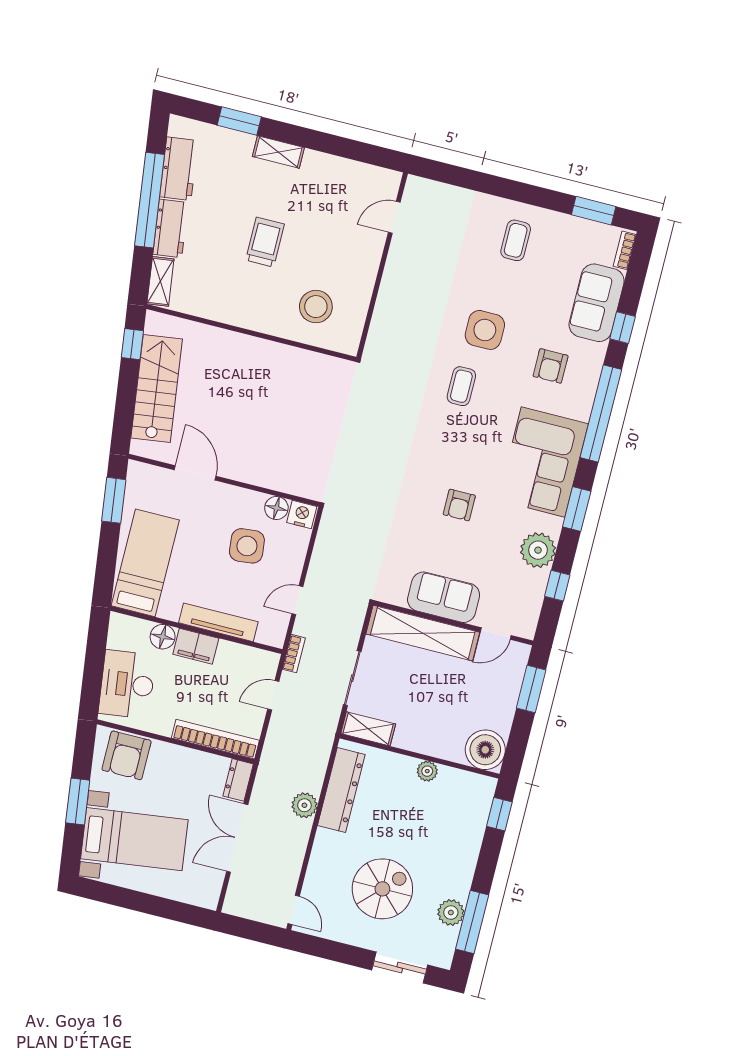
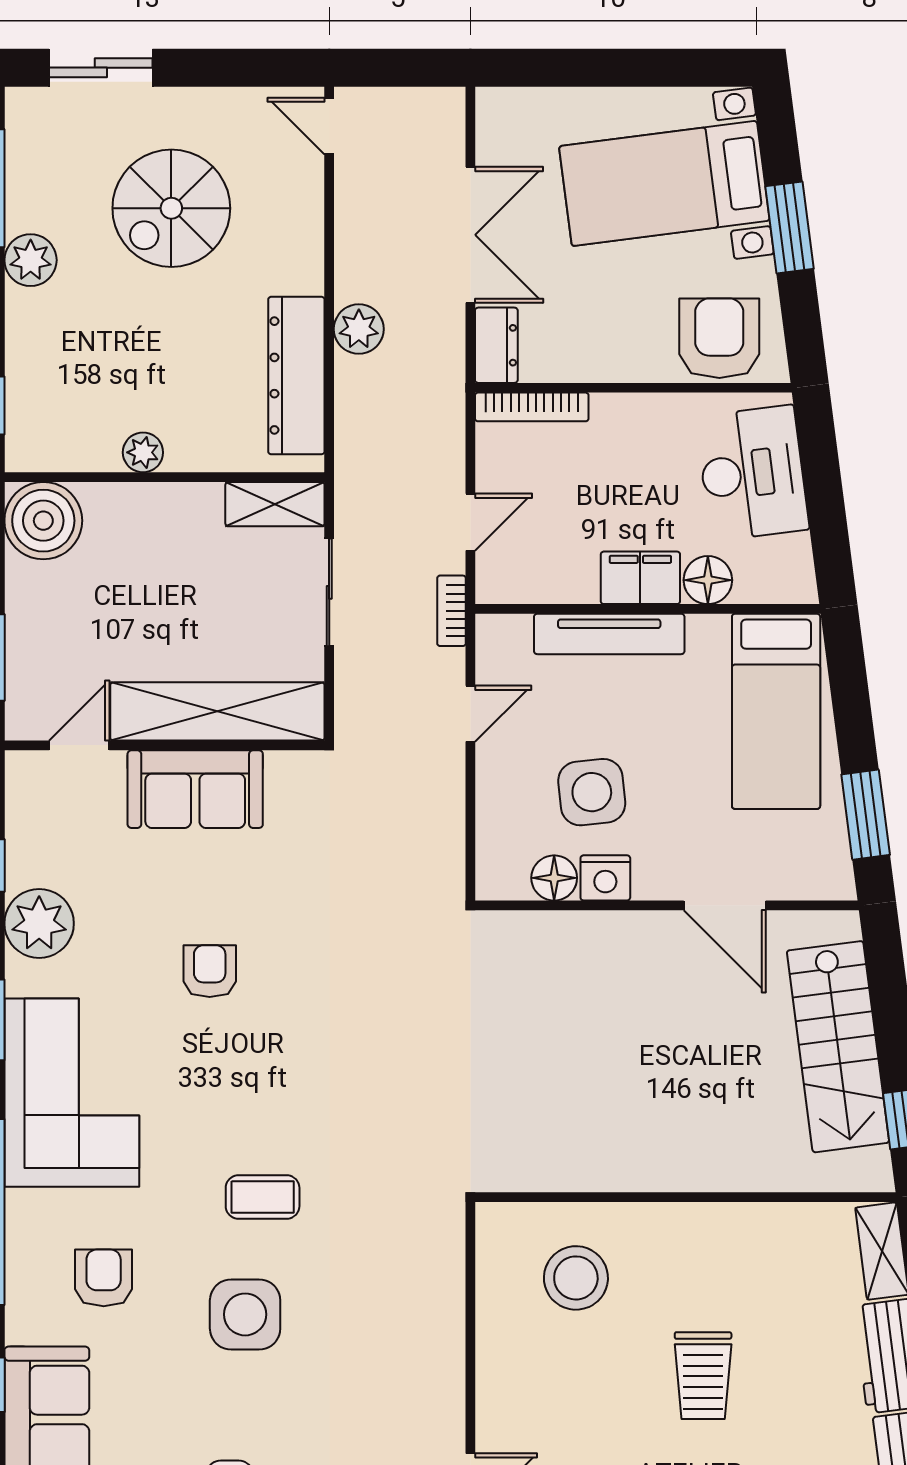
coffee table: (461, 386) -> (263, 1197), turned 90
nightstand: (302, 514) -> (605, 878), moved
bookcase: (215, 739) -> (532, 407), width x0.68, depth x0.76
plant: (451, 913) -> (31, 260), moved

